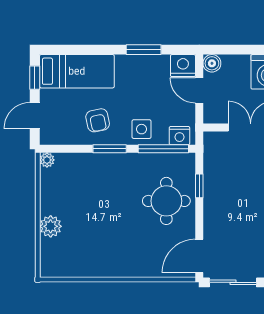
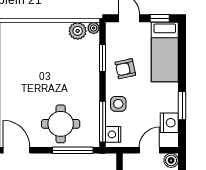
nightstand: (183, 66) -> (169, 123), moved
window: (110, 149) -> (103, 58), moved
window: (199, 186) -> (73, 150), width x2.17
plant: (51, 226) -> (78, 31), moved

